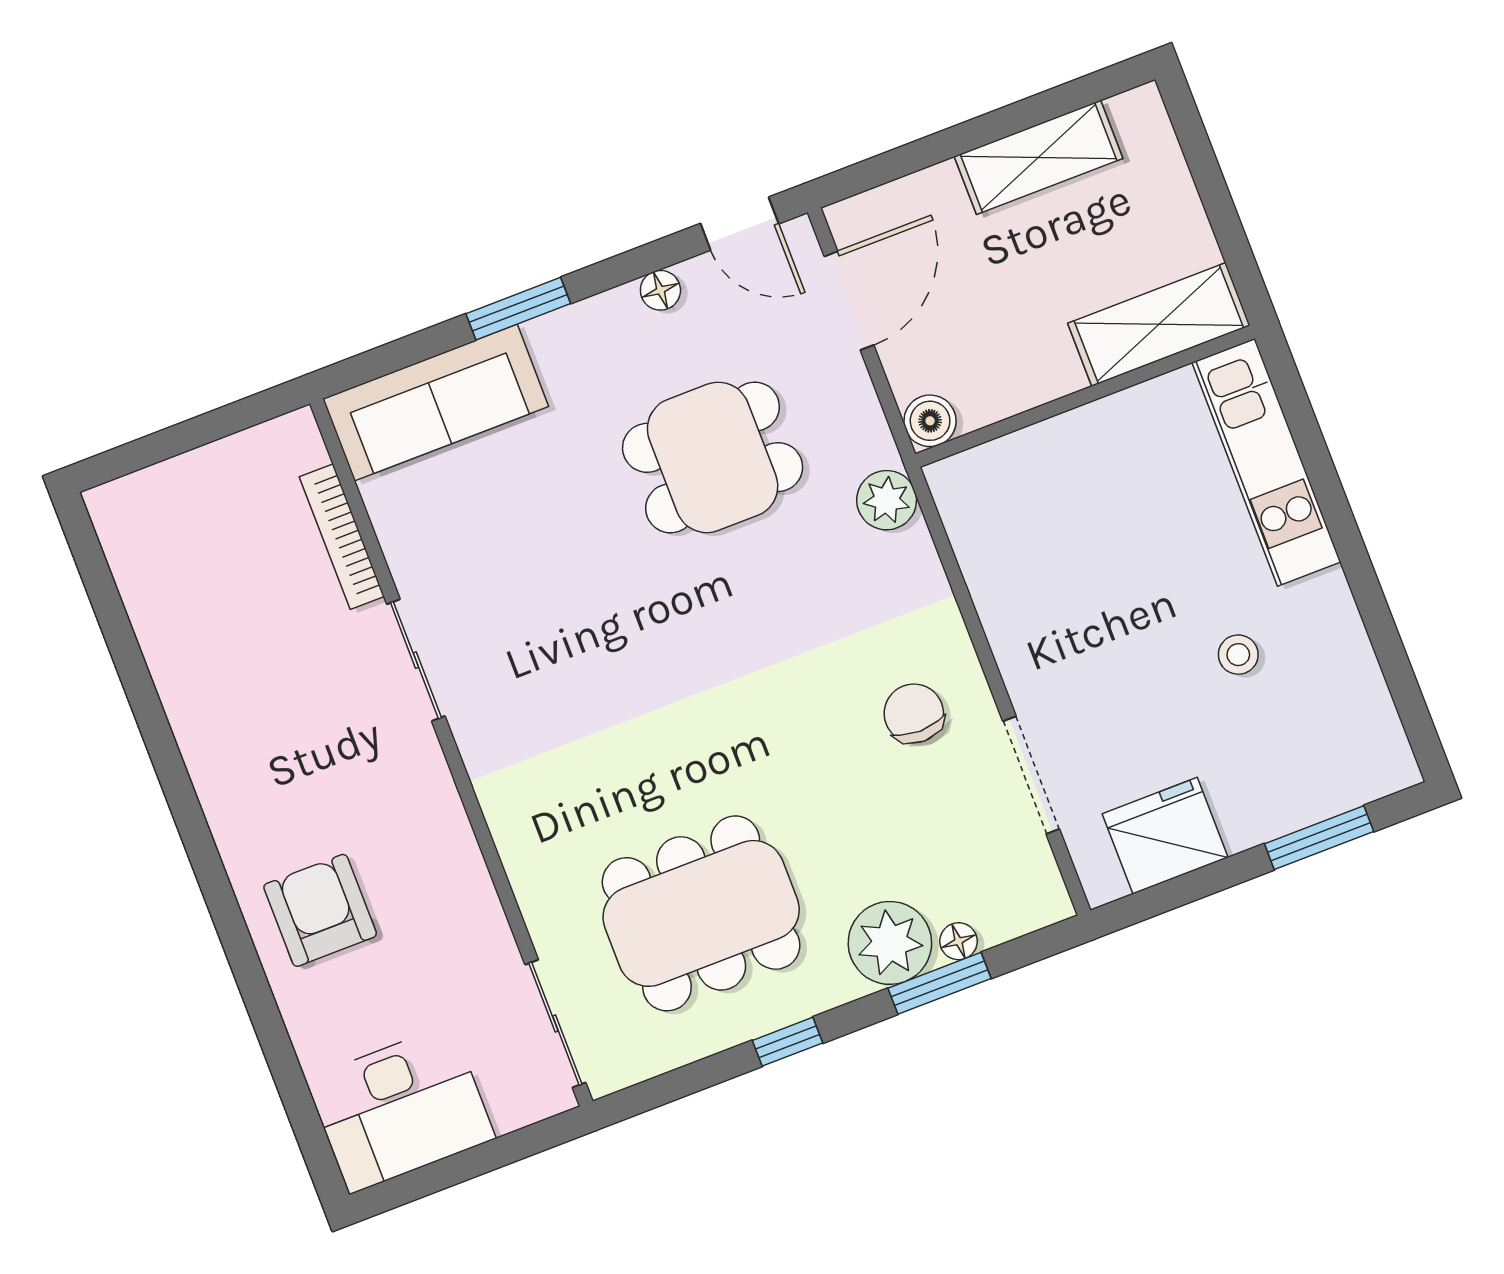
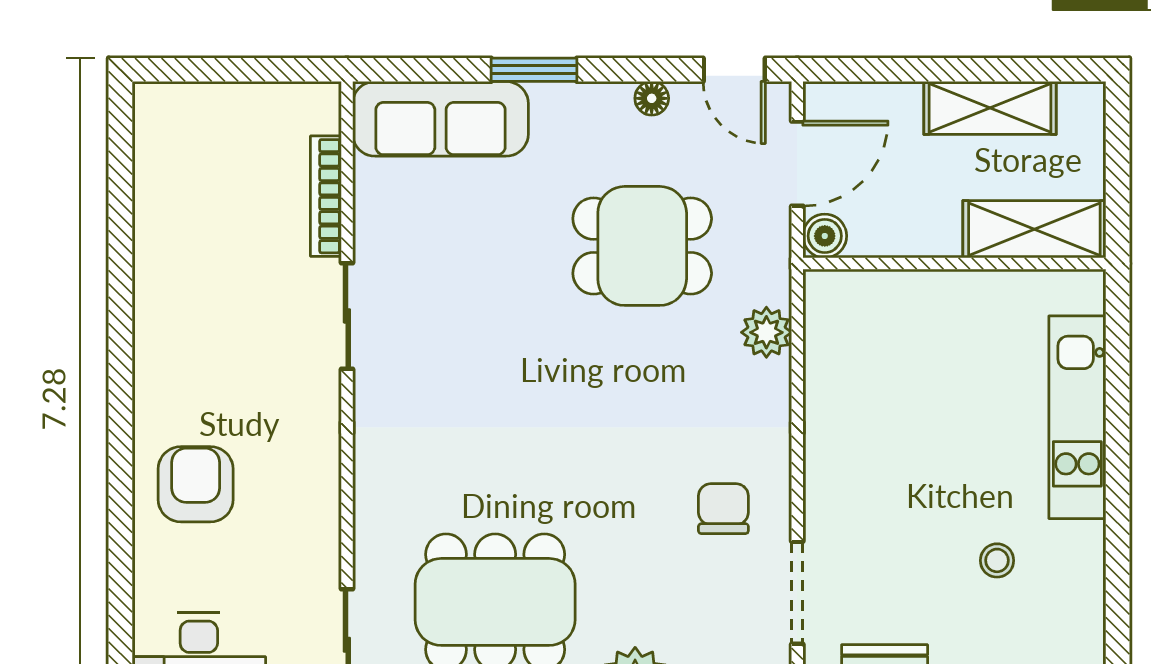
shelving: (1159, 324) -> (1034, 229), moved
wall: (1085, 396) -> (954, 263), moved
boiler: (930, 421) -> (825, 236), moved

